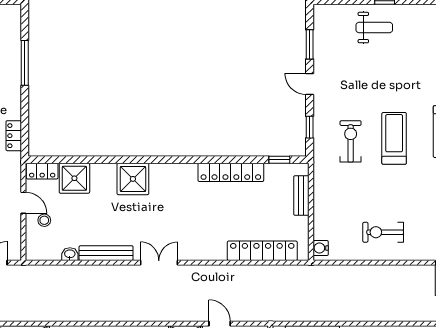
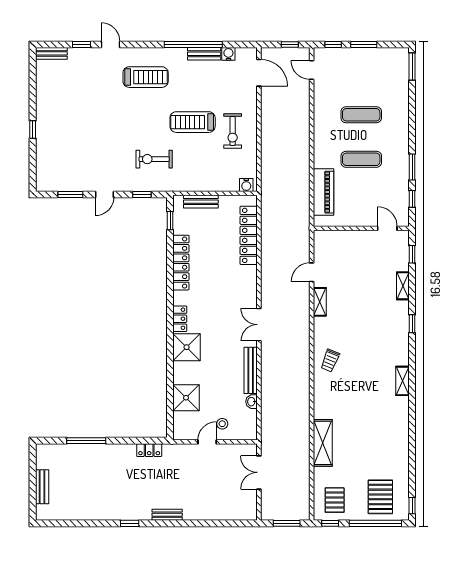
weight bench: (374, 28) -> (56, 139), removed
treadmill: (394, 138) -> (193, 122), moved
locker: (42, 171) -> (180, 319), moved

